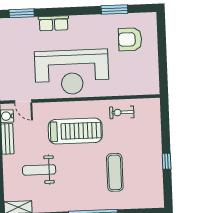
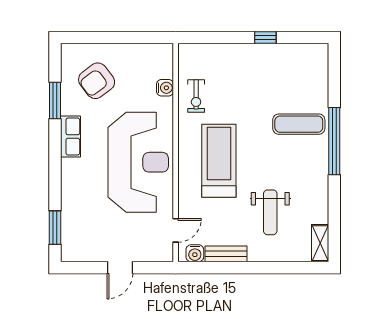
row of seats: (54, 23) -> (70, 137), moved
armchair: (130, 39) -> (97, 81), turned 53
water cooler: (127, 89) -> (165, 88), added
exercise mat: (115, 172) -> (299, 124), moved

